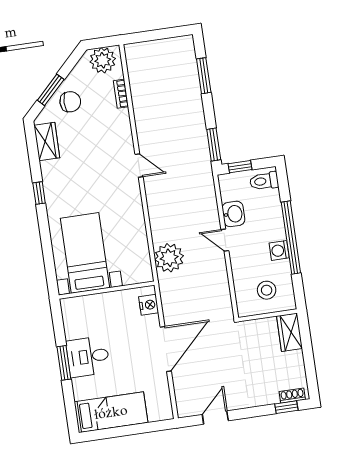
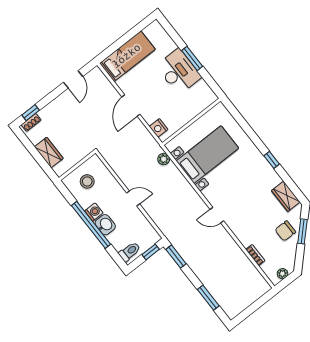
plant: (103, 60) -> (282, 274), width x0.53, depth x0.53
washbasin: (233, 214) -> (105, 225), moved, turned 180
bed with nightstands: (85, 253) -> (207, 155), moved, turned -90
plant: (169, 258) -> (164, 159), width x0.53, depth x0.53
wardrobe: (289, 332) -> (49, 153), moved
door: (166, 349) -> (131, 106), width x0.73
desk: (88, 357) -> (179, 72), width x1.37
bed: (111, 412) -> (127, 56), moved, turned 180

